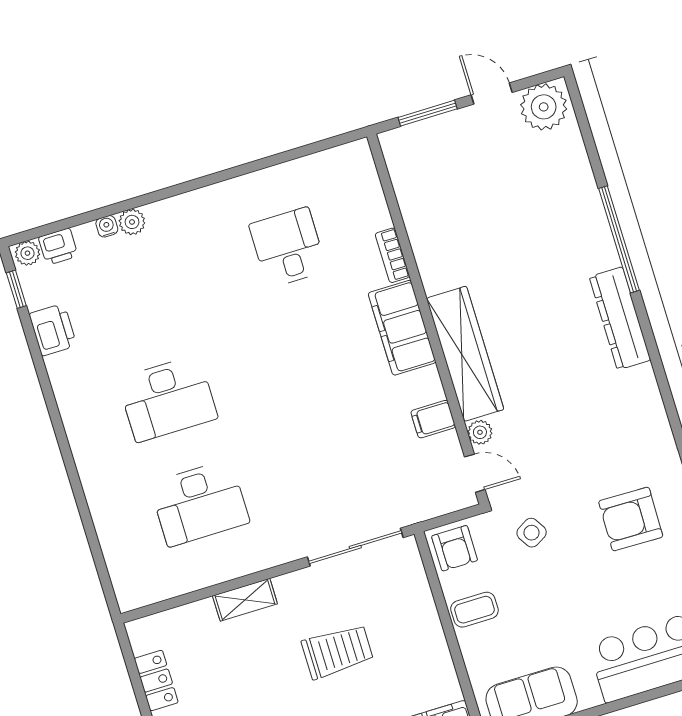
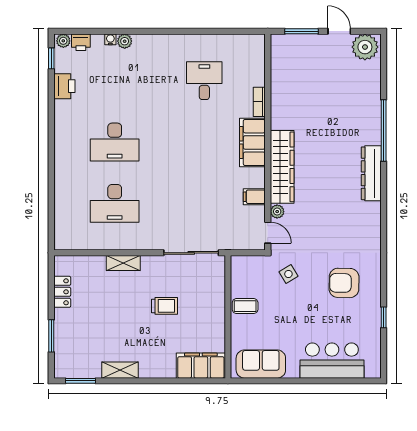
armchair: (455, 548) -> (244, 270), removed
trolley: (337, 651) -> (165, 306), width x0.73, depth x0.72

